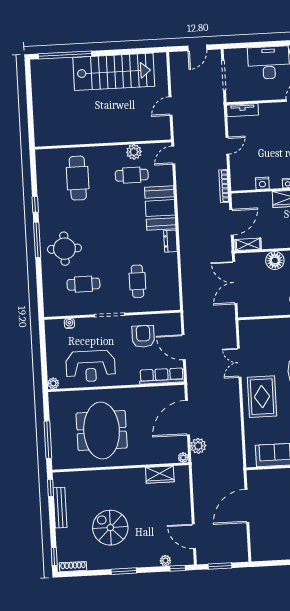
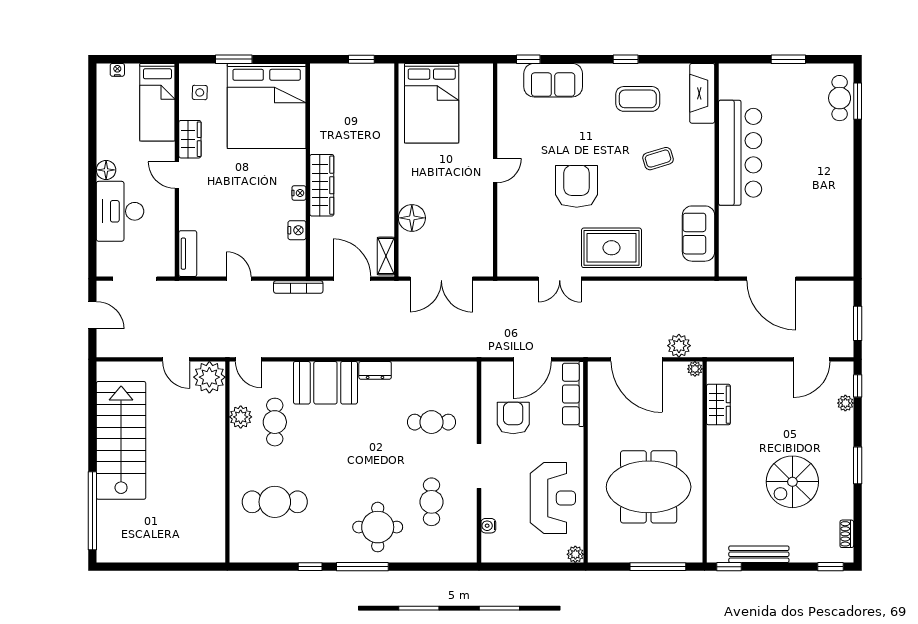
plant: (160, 129) -> (209, 377), added
armchair: (143, 336) -> (513, 418), turned 90
shoe rack: (73, 567) -> (847, 534), width x0.70

